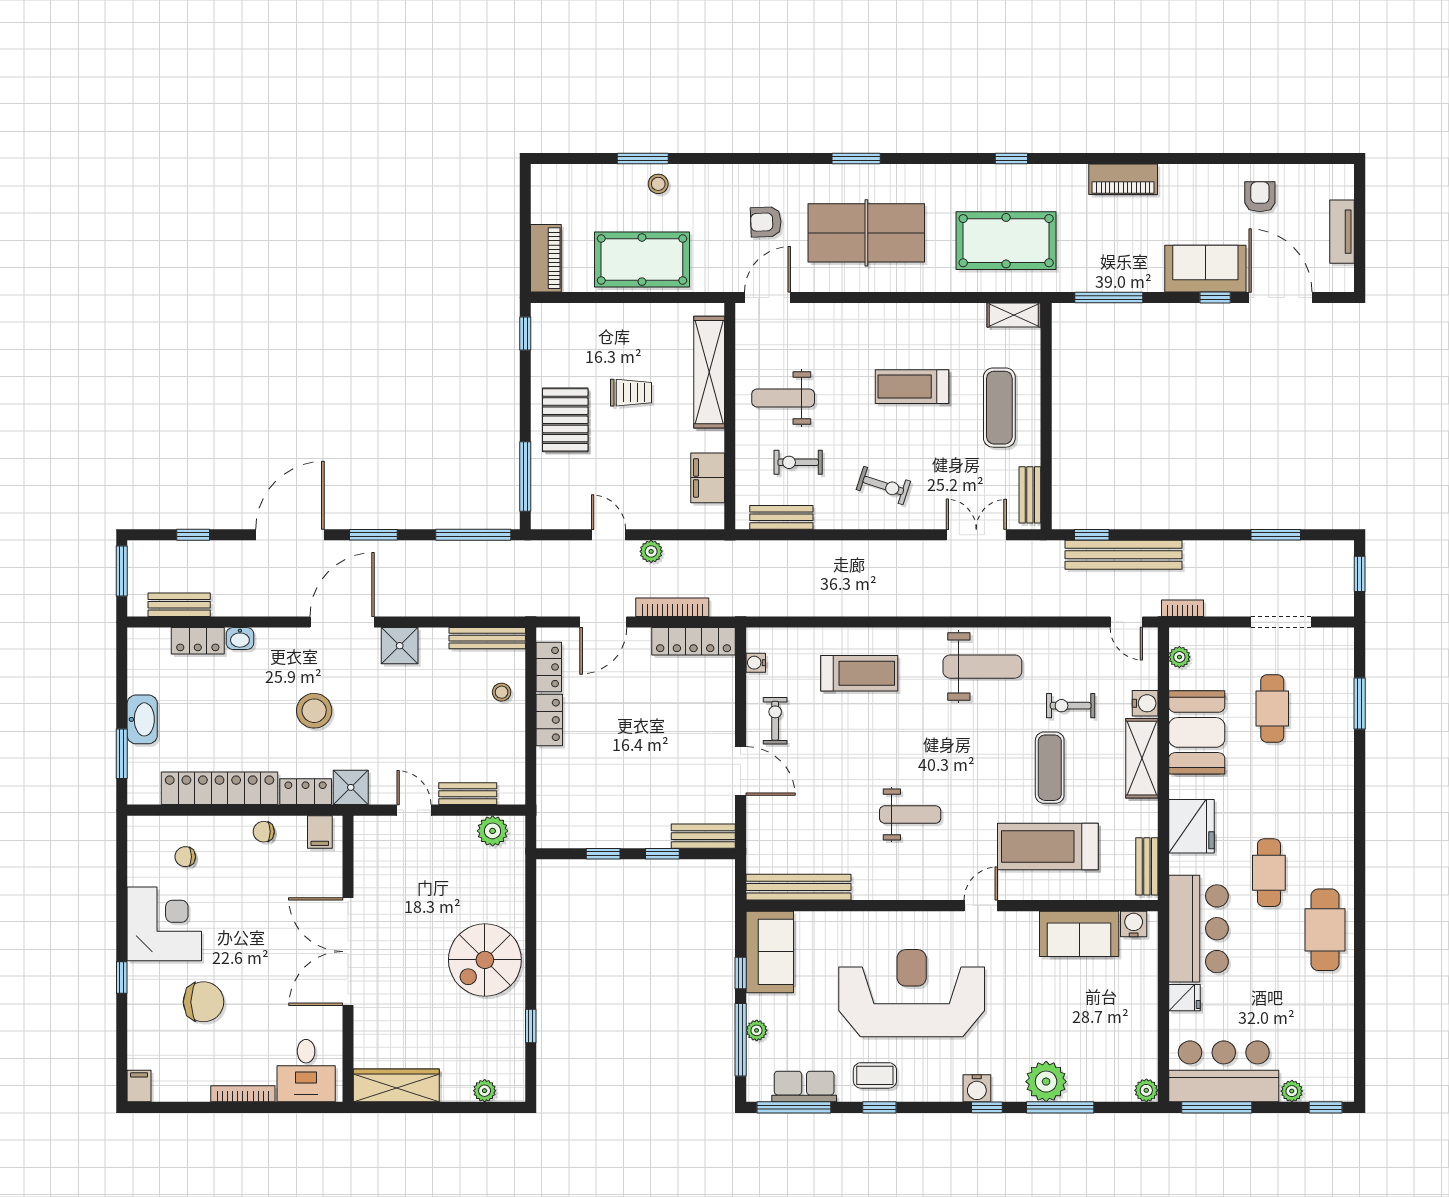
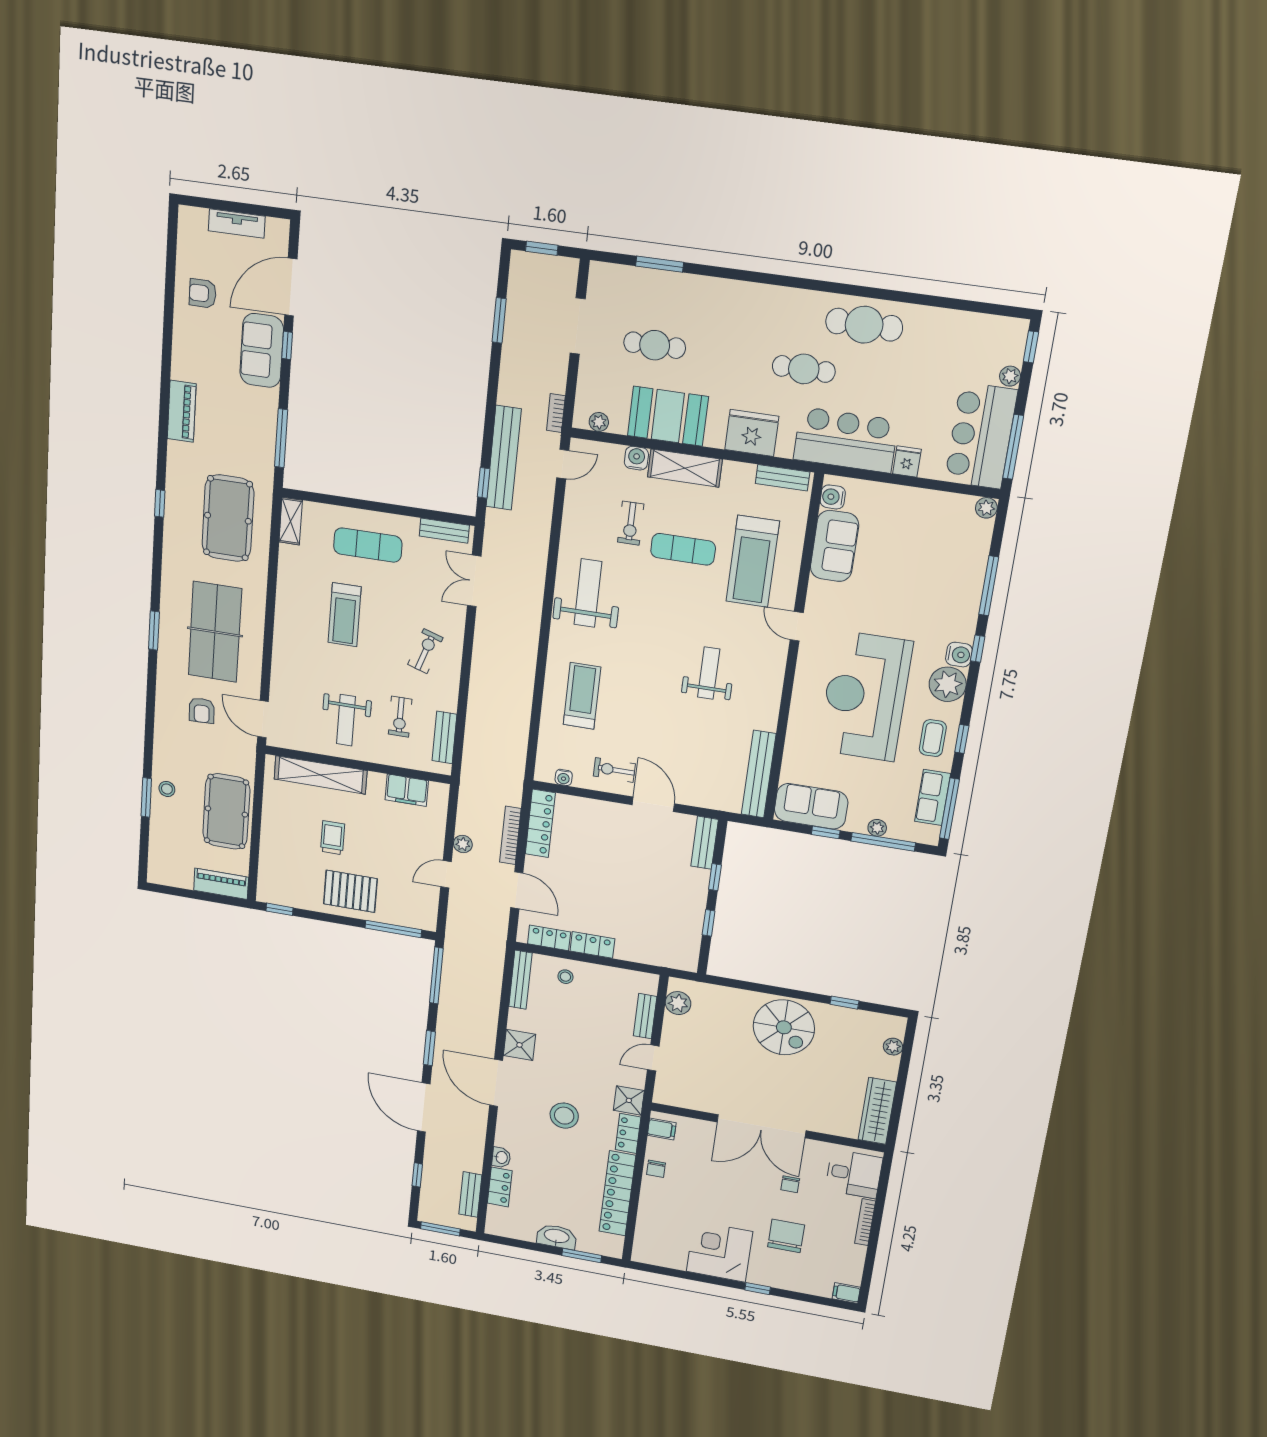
door: (741, 771) -> (653, 804), hinge flipped
chair: (185, 857) -> (790, 1184), moved
plant: (1046, 1082) -> (948, 684), moved

